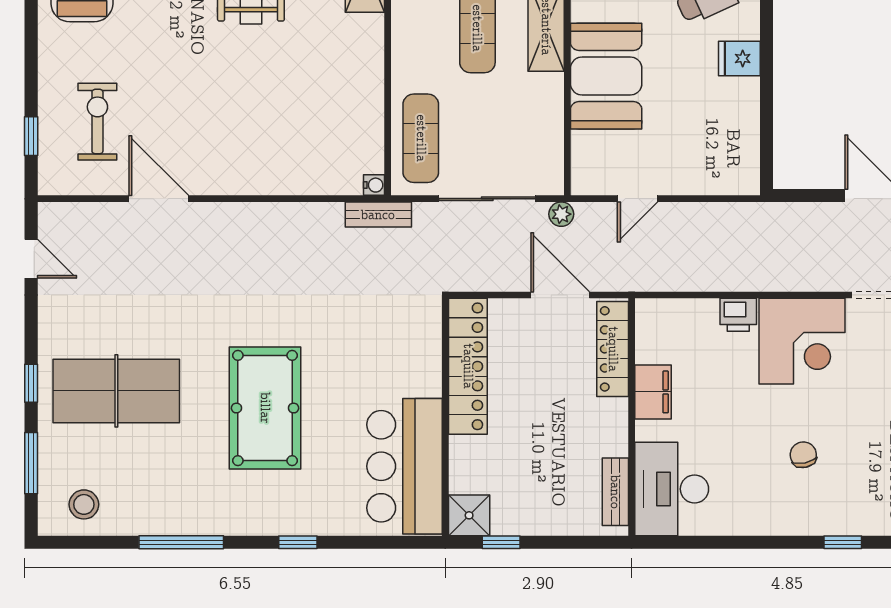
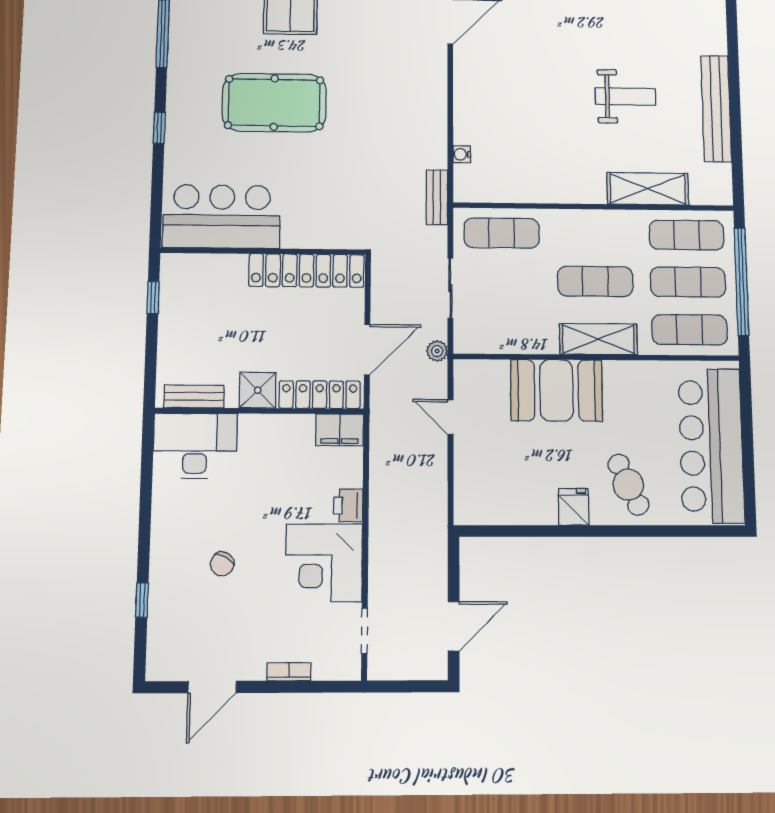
water cooler: (374, 185) -> (462, 154), moved, turned 90
sliding door: (487, 199) -> (450, 288), width x0.73
filing cabinet: (653, 392) -> (340, 430), moved
chair: (803, 455) -> (222, 564), turned 130
shower: (469, 515) -> (258, 390), moved

